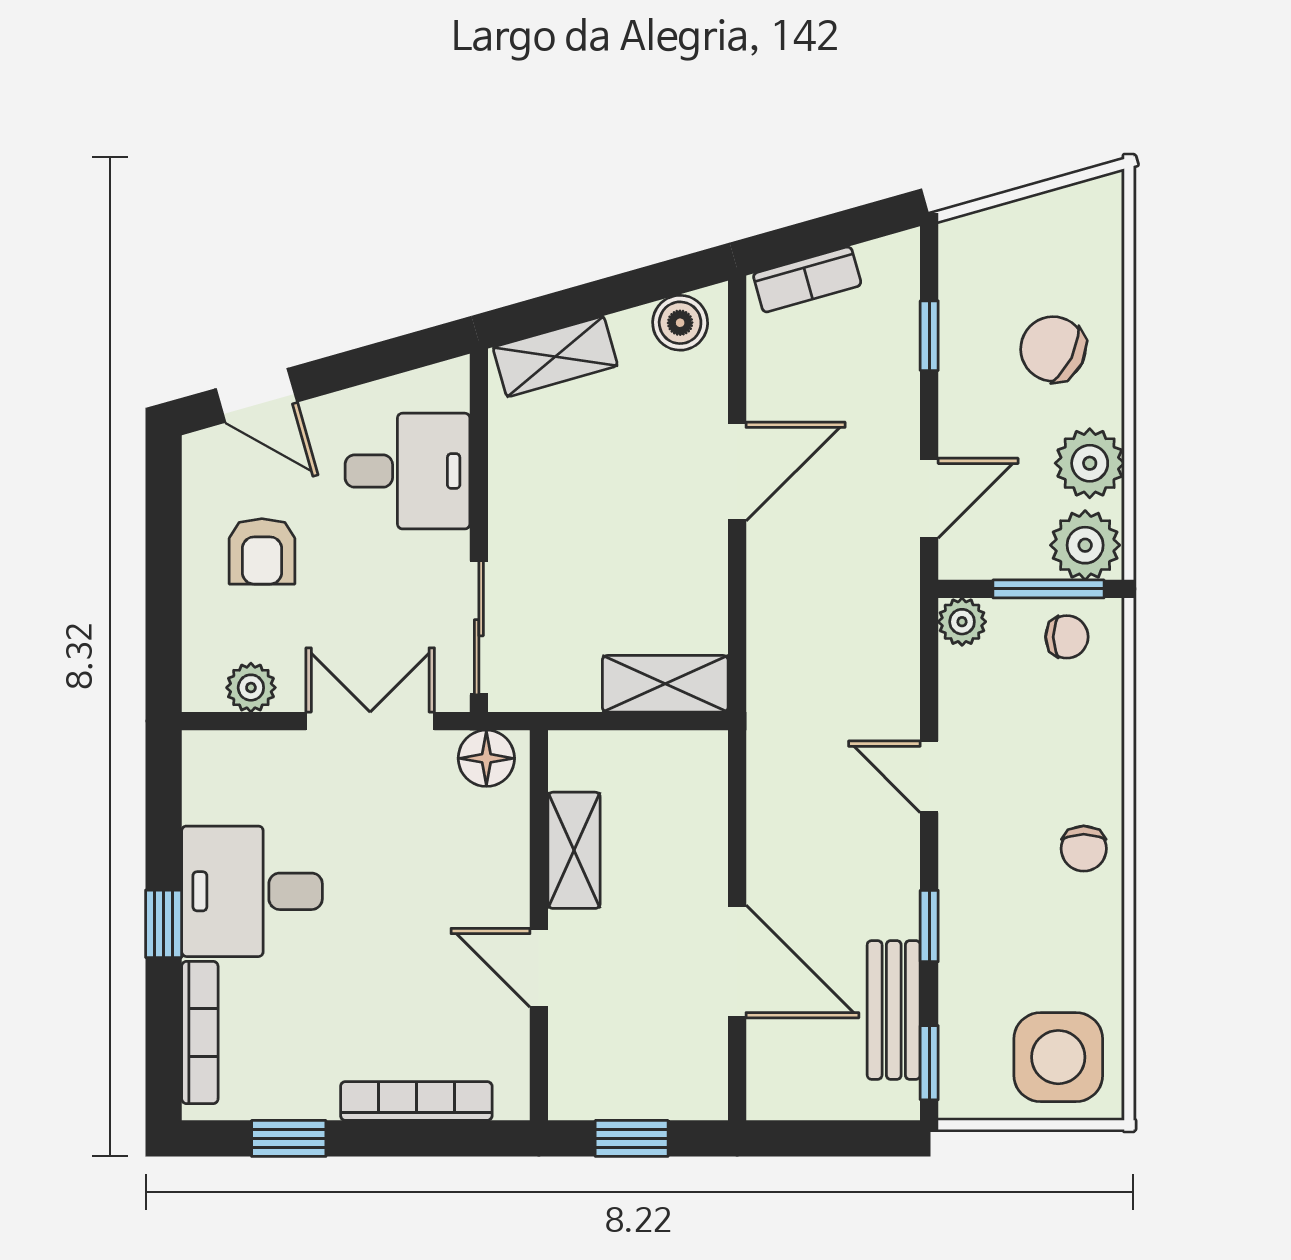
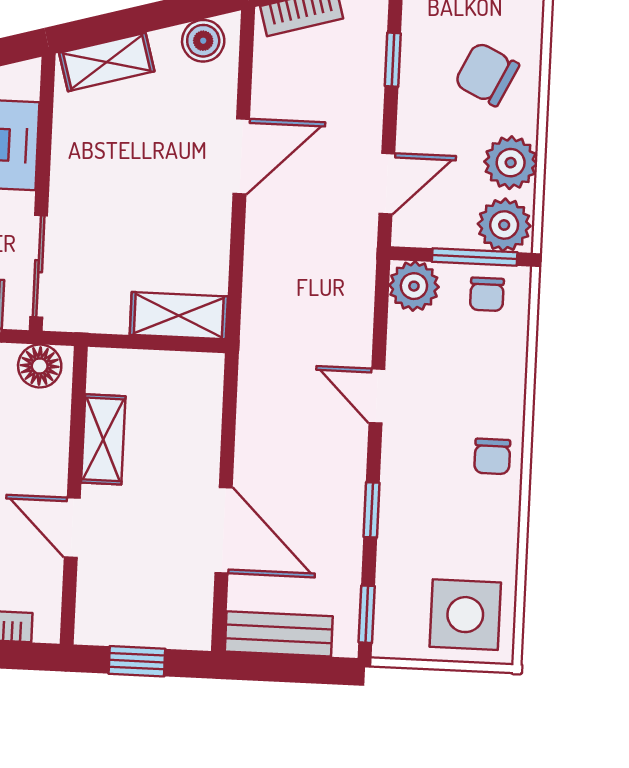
plant: (962, 622) -> (414, 286), width x1.38, depth x1.38
chair: (1067, 637) -> (487, 294), turned 90
bench: (894, 1010) -> (279, 634), moved, turned 90

